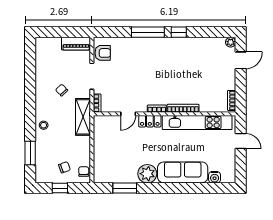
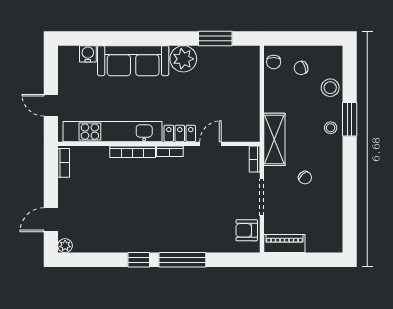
window: (30, 153) -> (350, 119), moved
stool: (44, 153) -> (330, 88), added
window: (60, 188) -> (307, 39), removed

